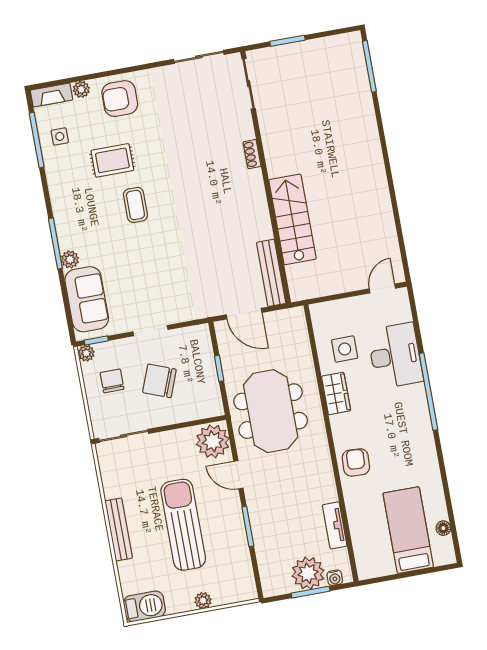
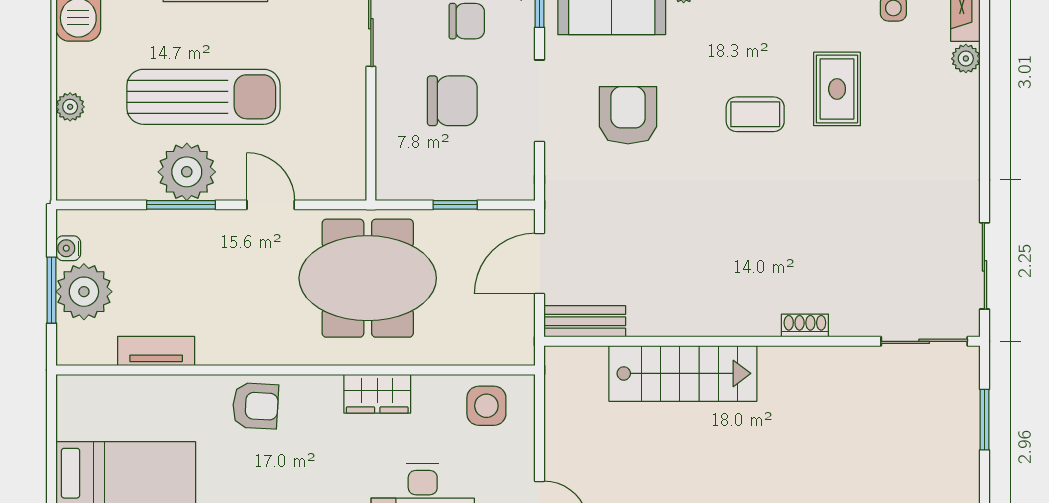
armchair: (120, 99) -> (628, 115), moved
bench: (271, 273) -> (585, 321), width x0.73
doorway: (150, 331) -> (540, 101), width x1.38
side table: (345, 349) -> (486, 406), moved
chair: (159, 381) -> (452, 101), turned 69
plant: (213, 441) -> (187, 172), moved
door: (238, 475) -> (271, 205), hinge flipped
water cooler: (335, 578) -> (68, 248), moved

